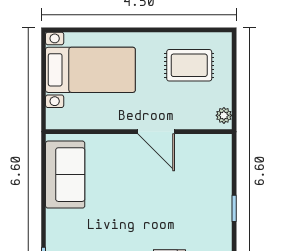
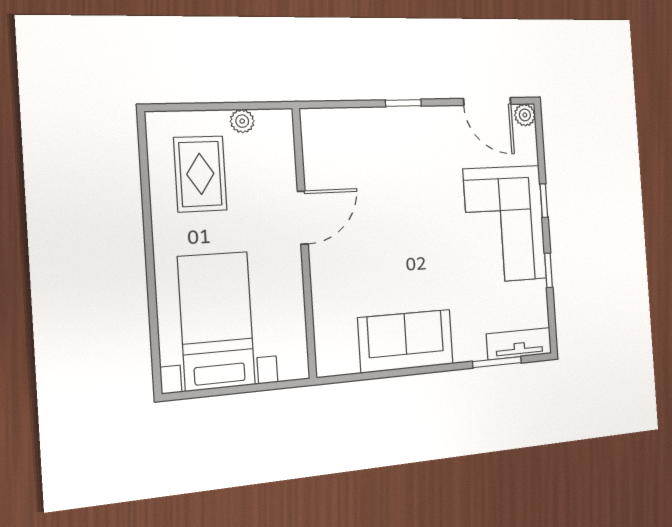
plant: (224, 115) -> (242, 121), moved
sofa: (65, 175) -> (406, 341), moved

